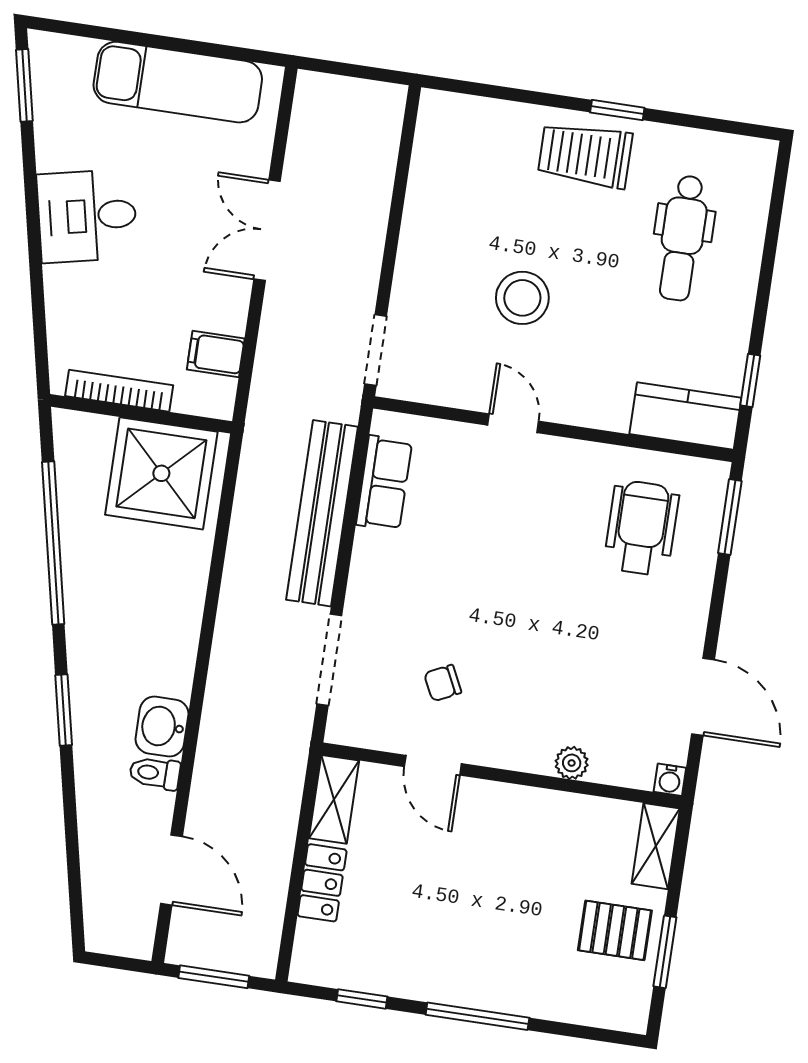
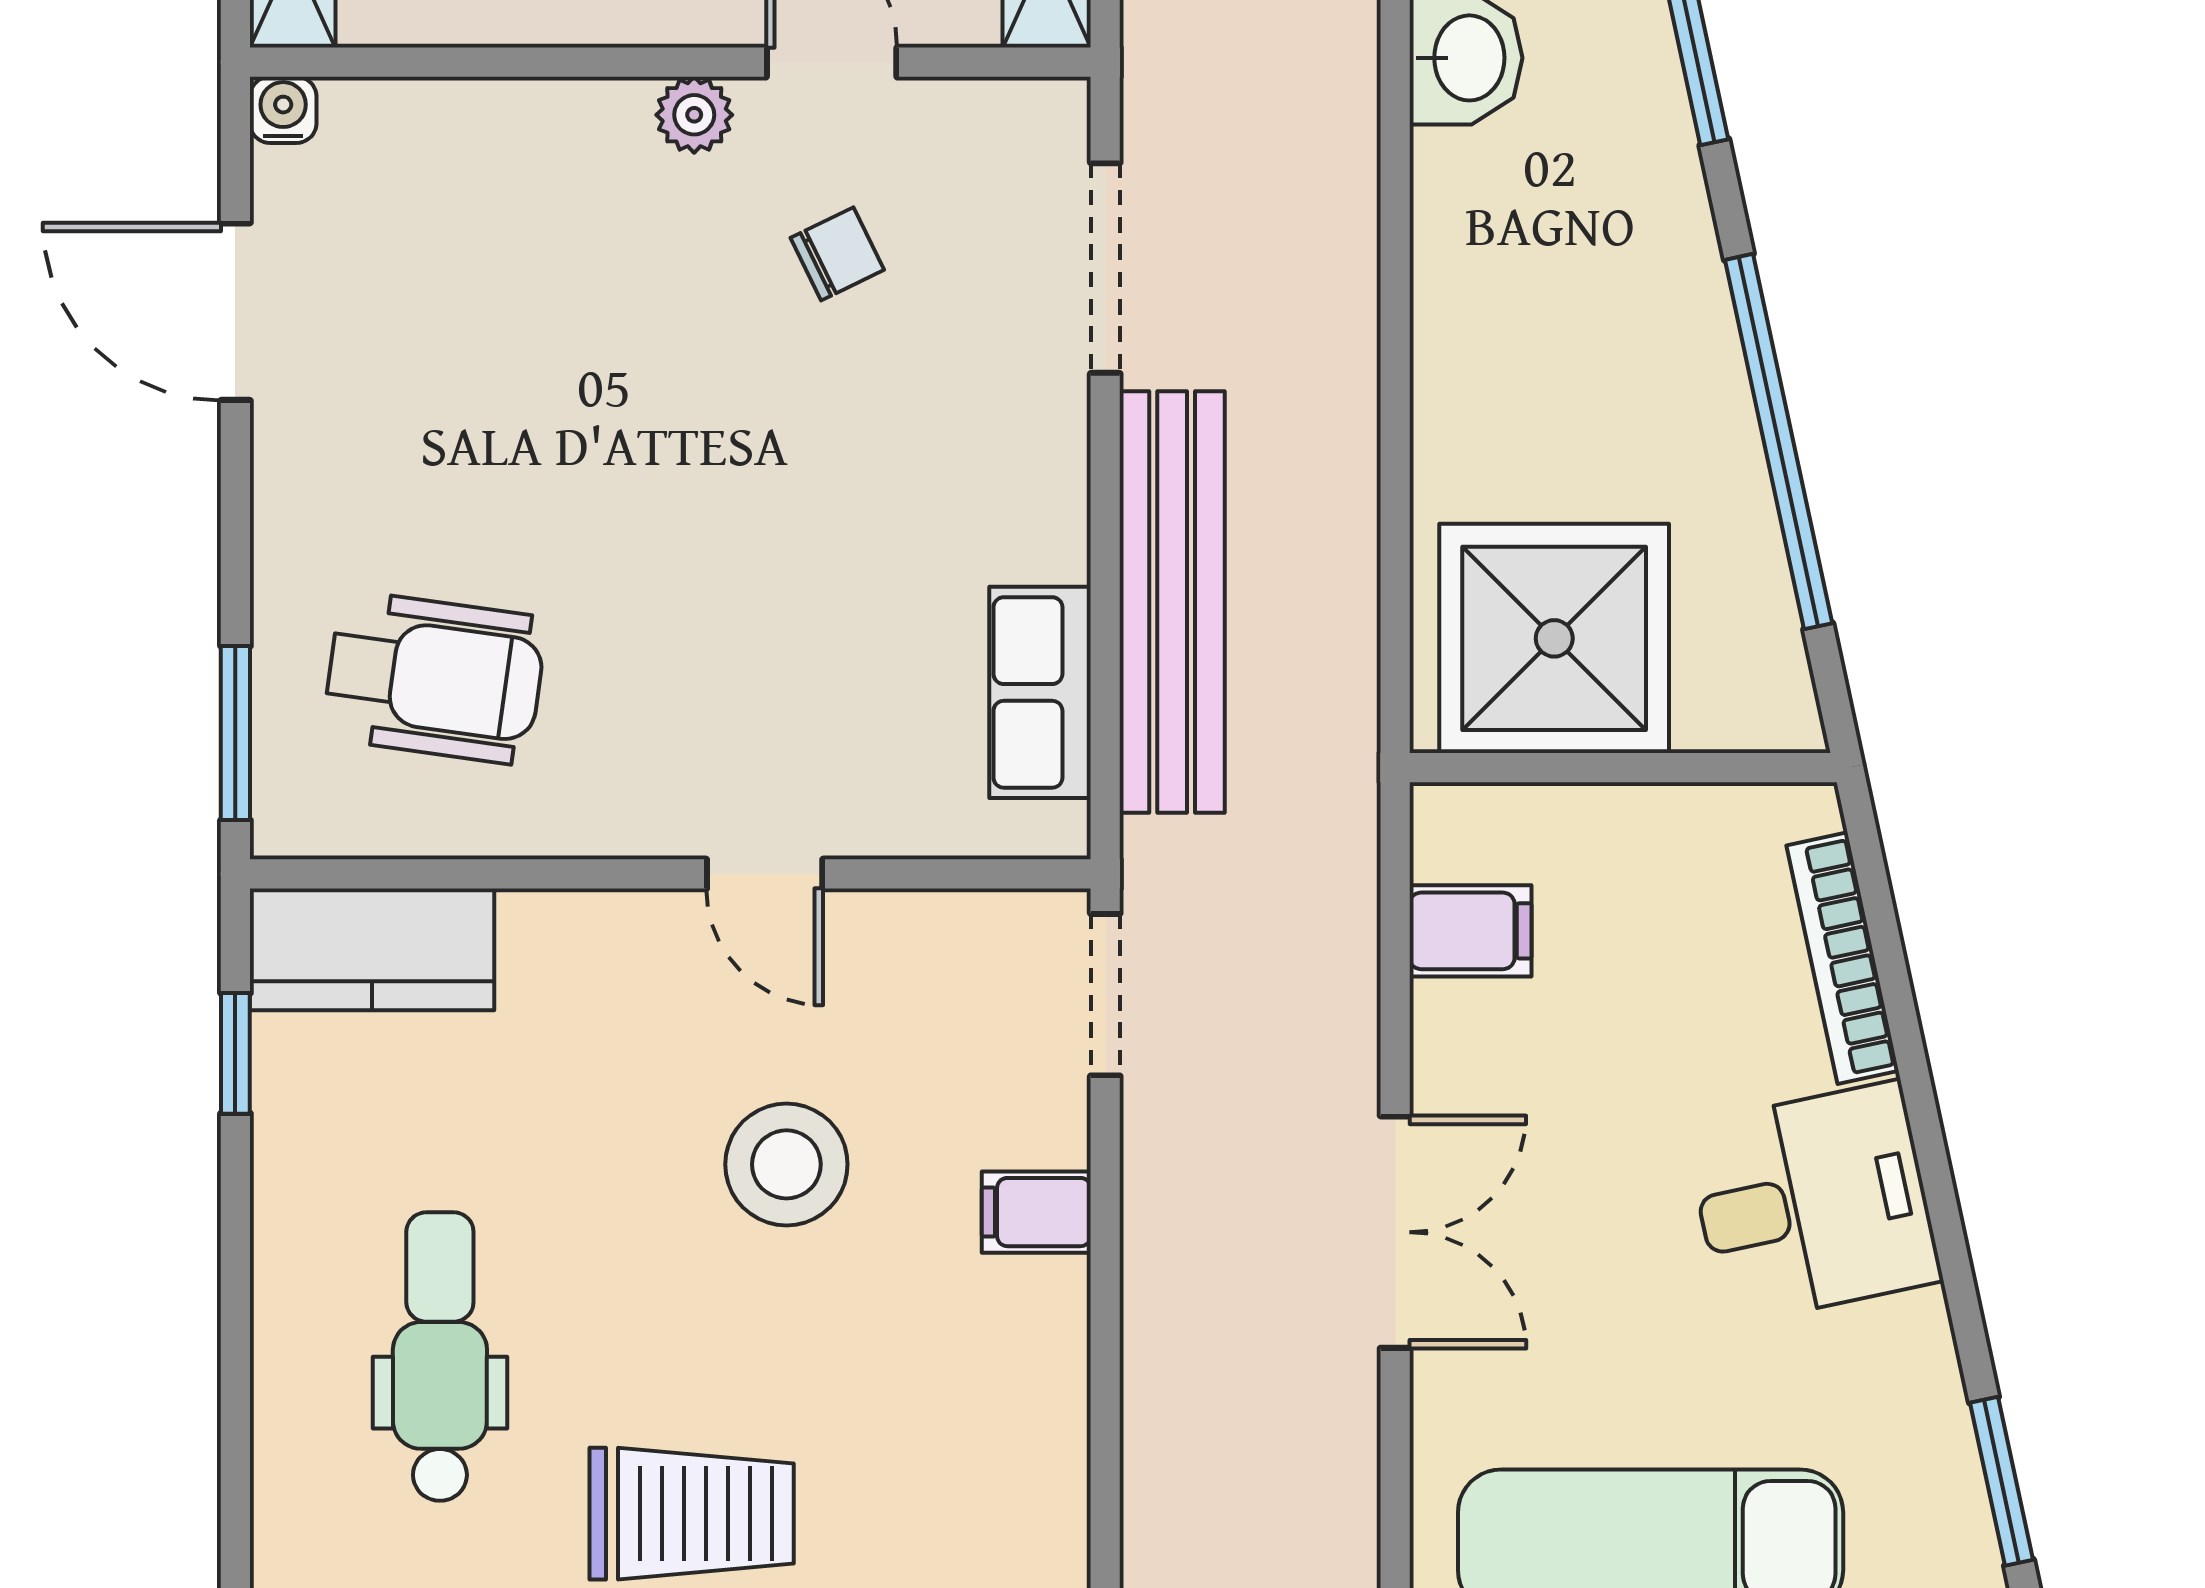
filing cabinet: (419, 262) -> (1036, 1212), added
bookcase: (119, 391) -> (1843, 958), moved, turned 78
wheelchair: (641, 528) -> (434, 678), turned -82
plant: (572, 763) -> (694, 115), moved

